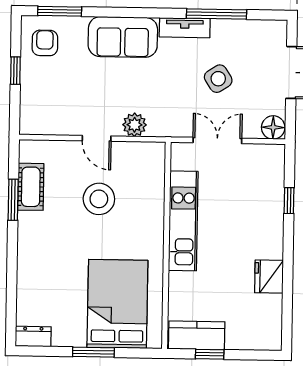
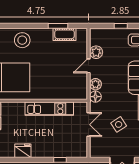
plant: (69, 122) -> (96, 52), added
floor lamp: (273, 127) -> (95, 97), moved
stool: (99, 199) -> (22, 40), moved

